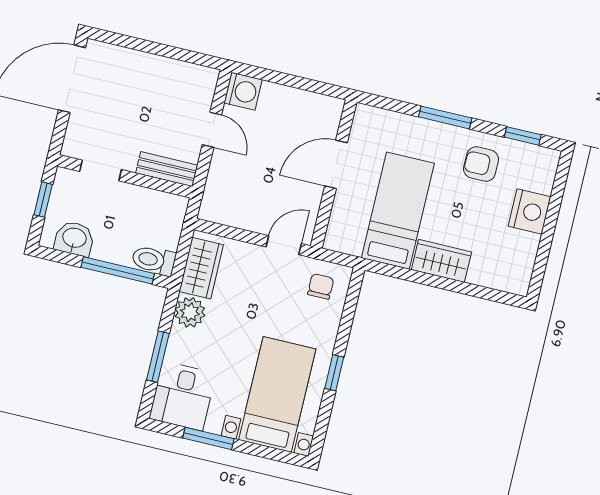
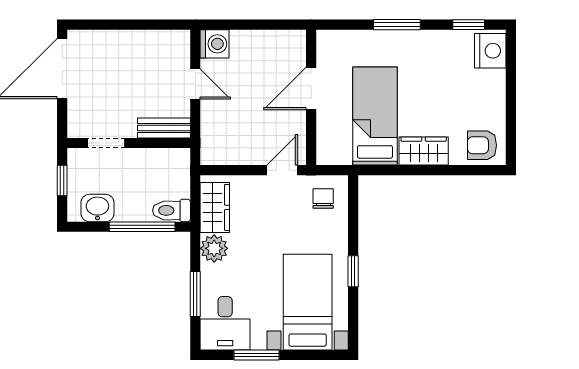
armchair: (481, 164) -> (482, 145), moved
nightstand: (529, 212) -> (490, 51), moved

